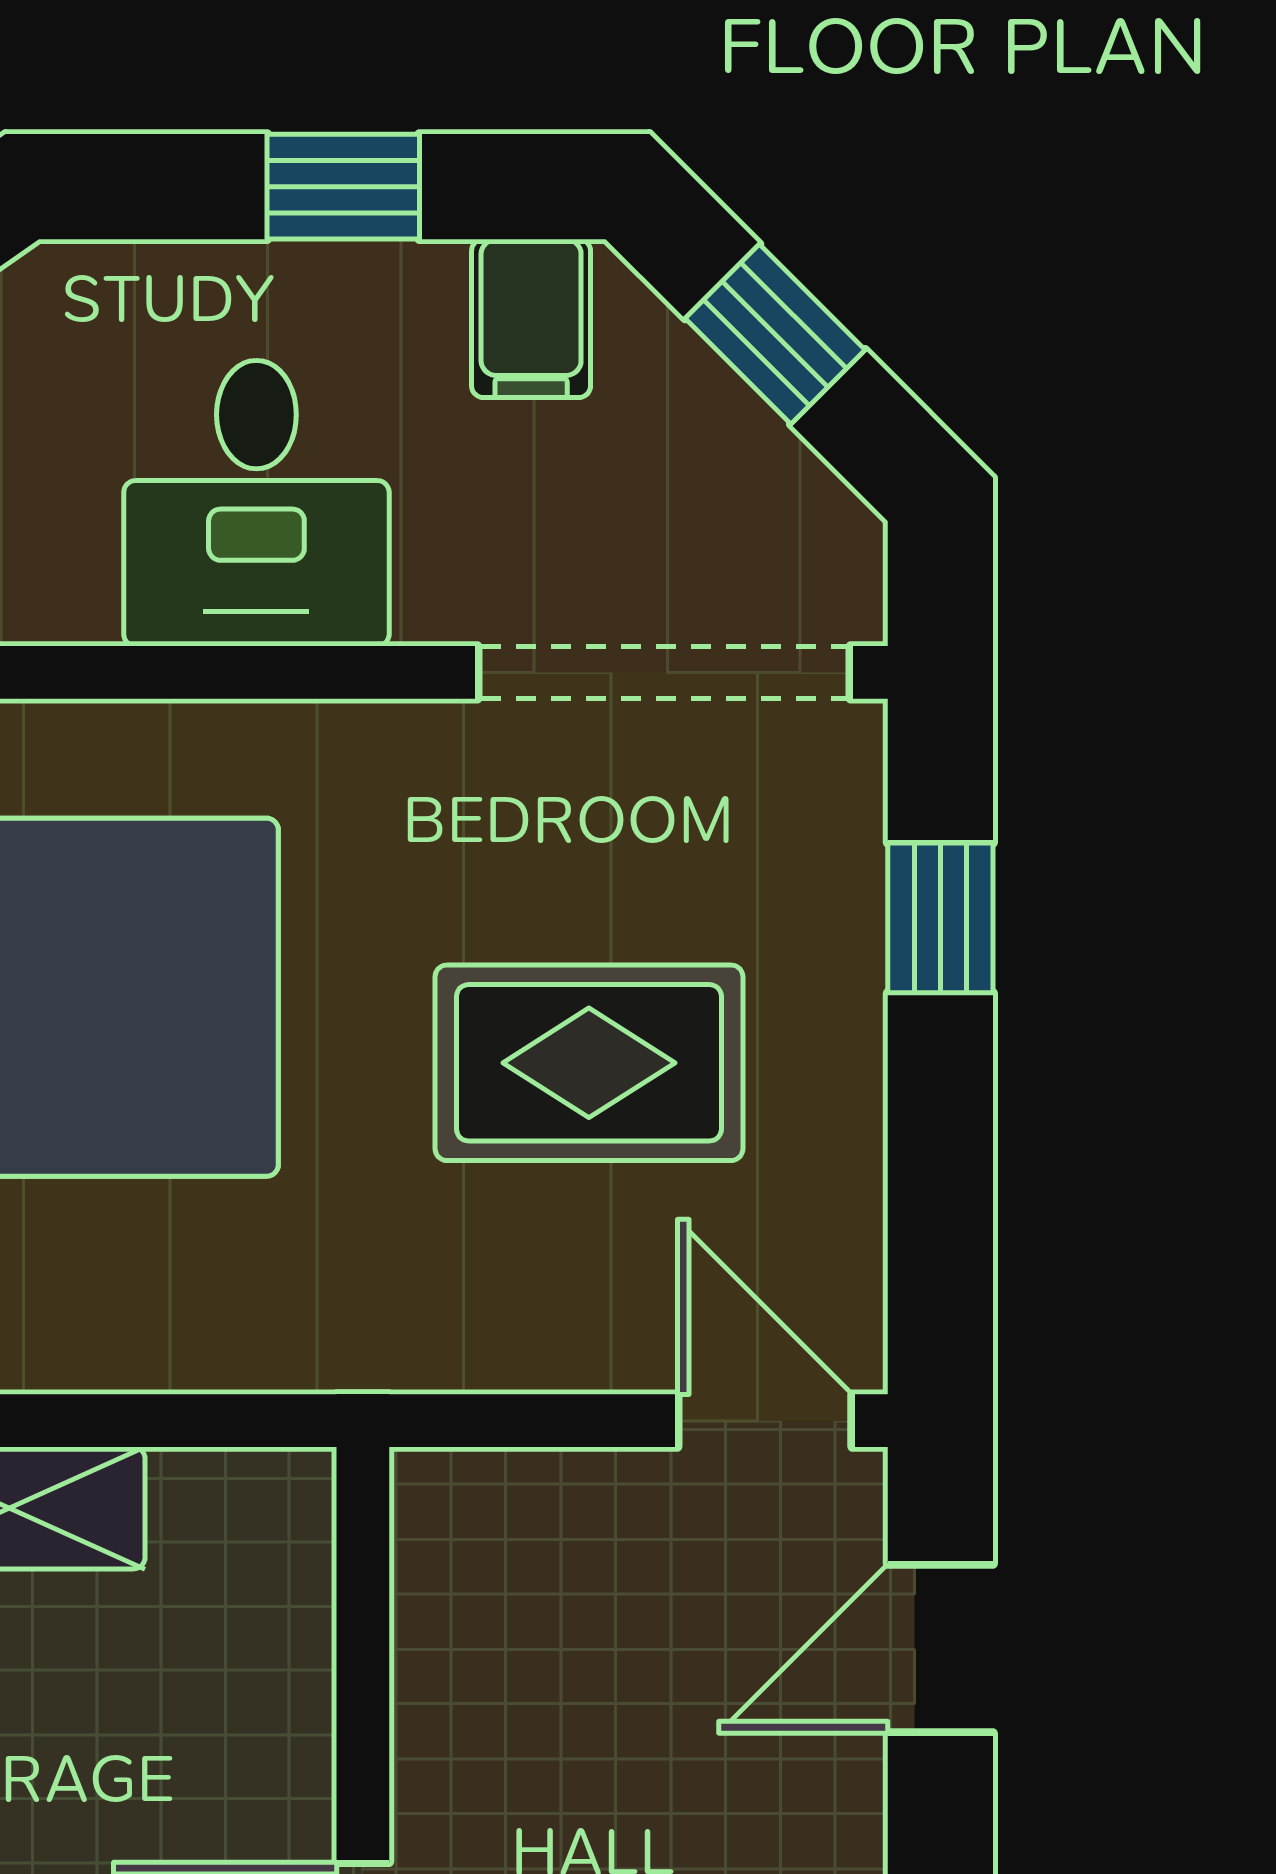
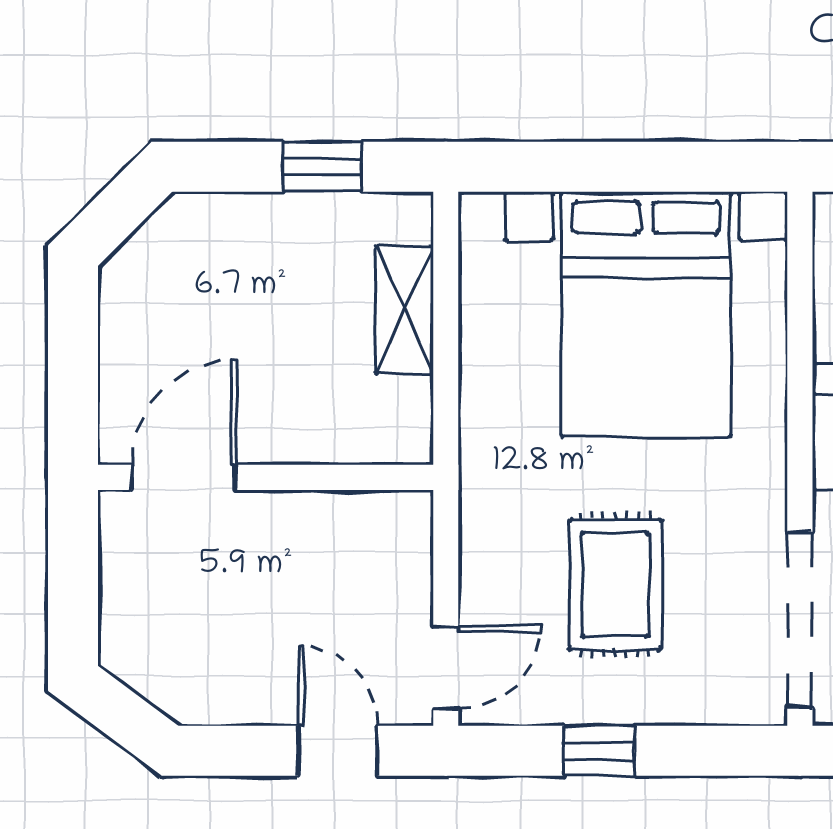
window: (940, 918) -> (599, 751), moved

